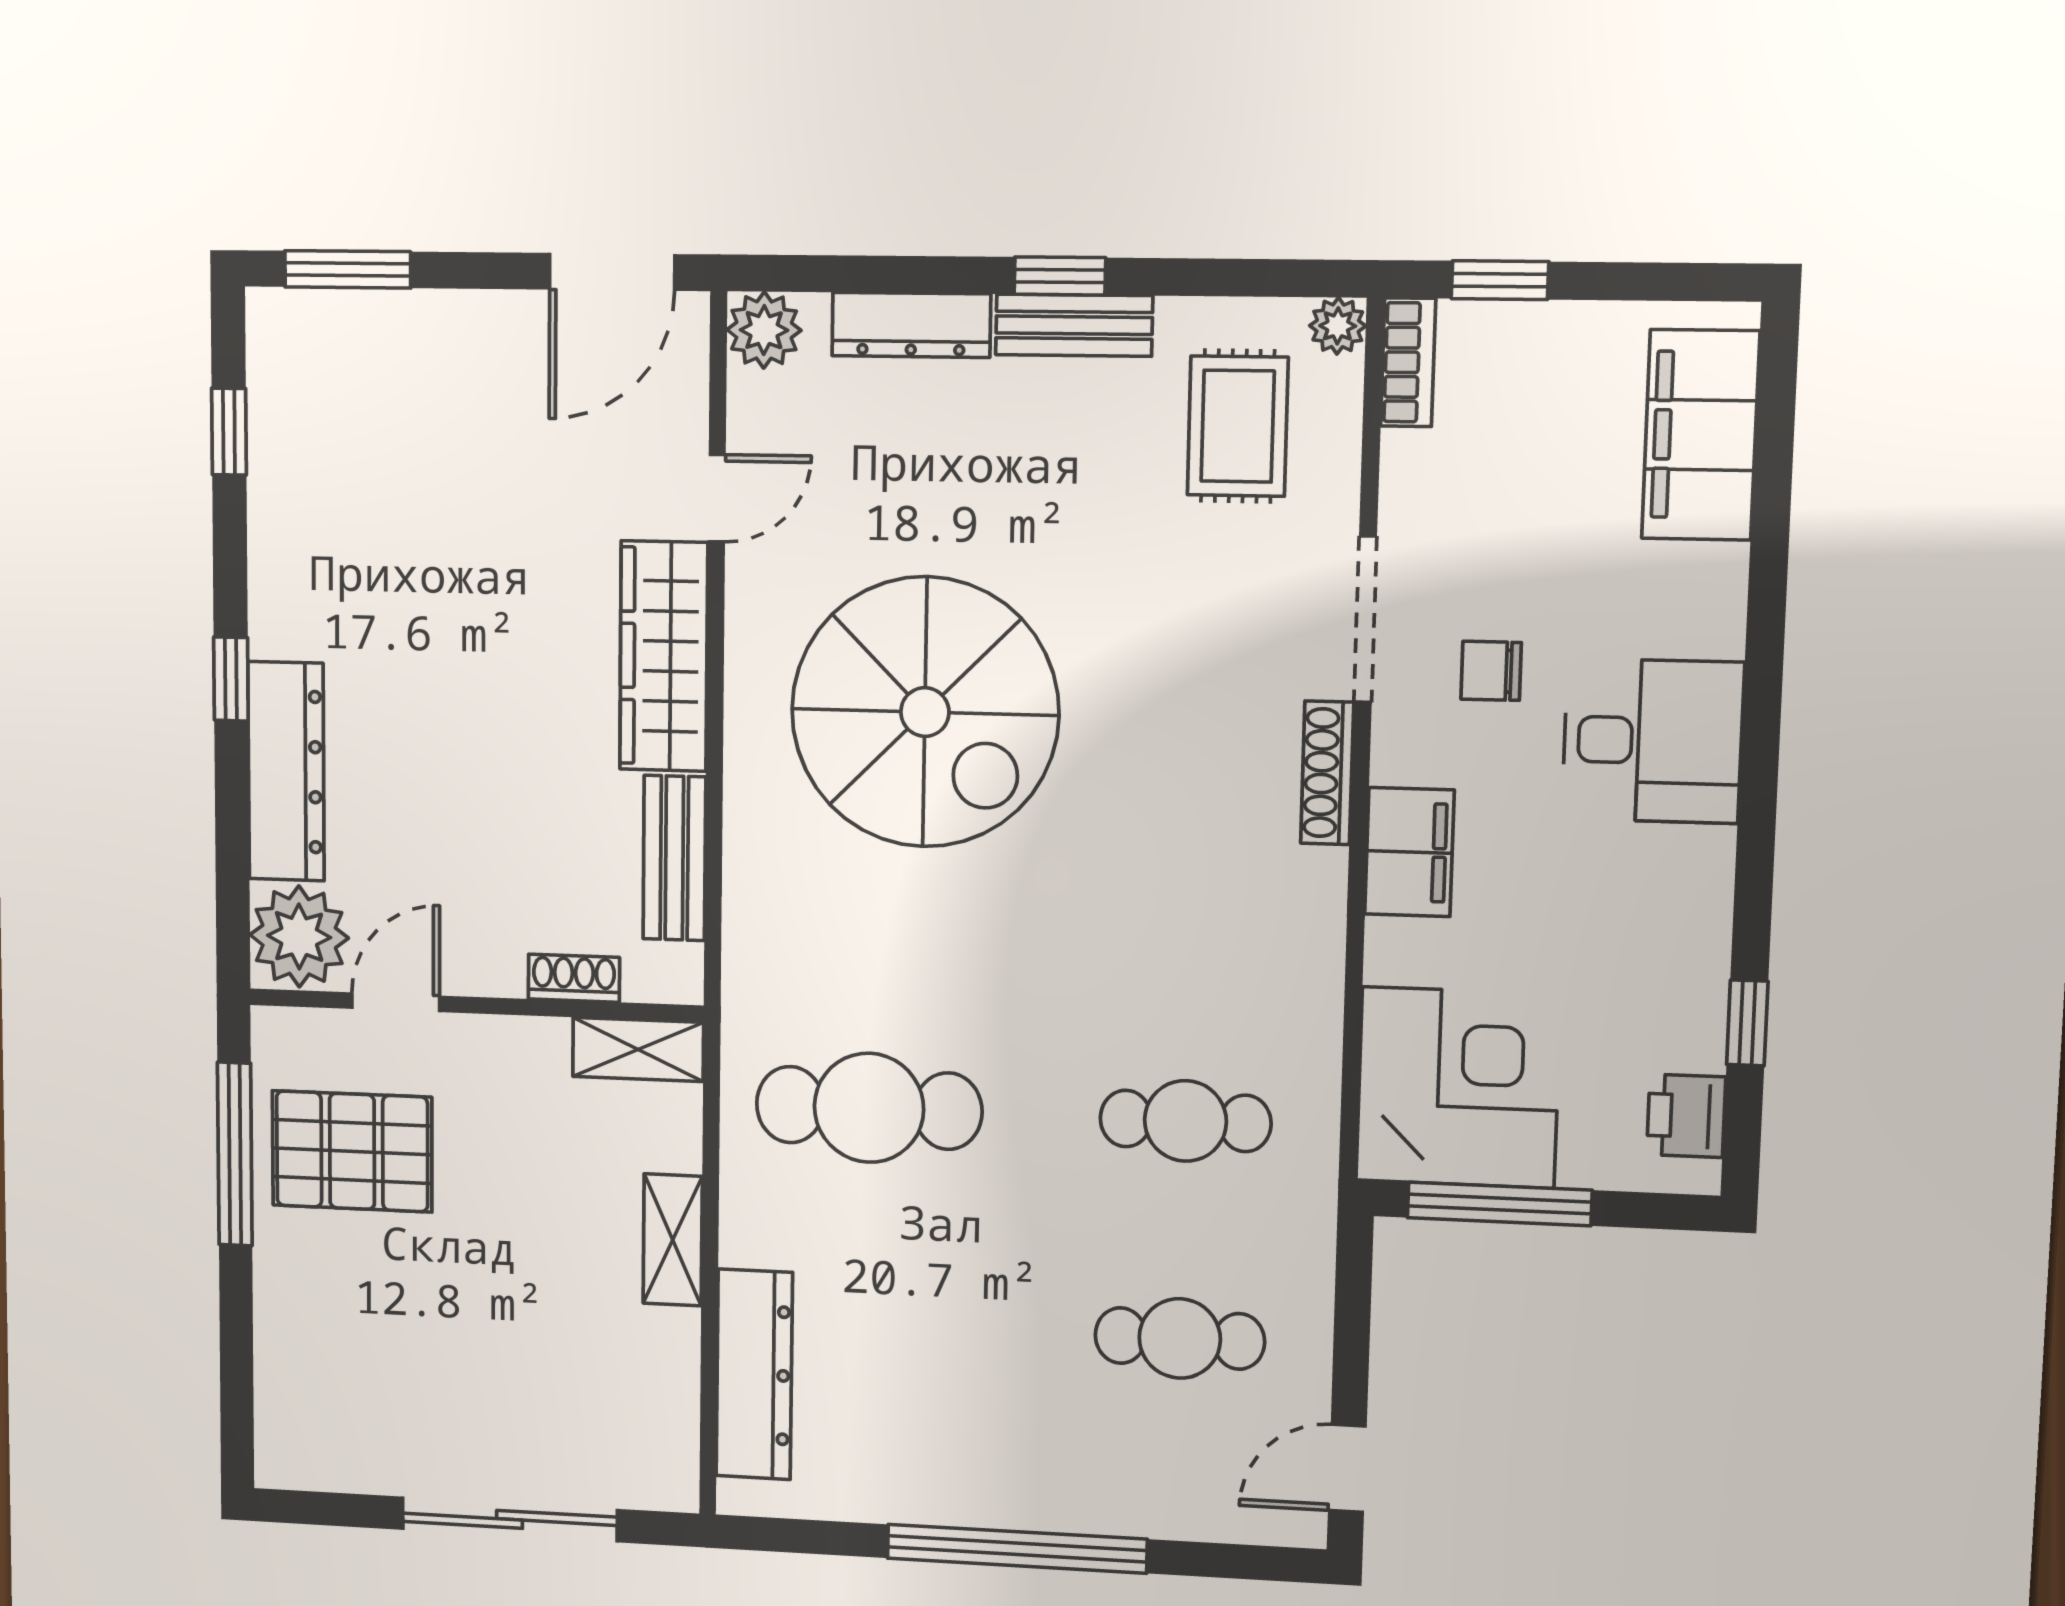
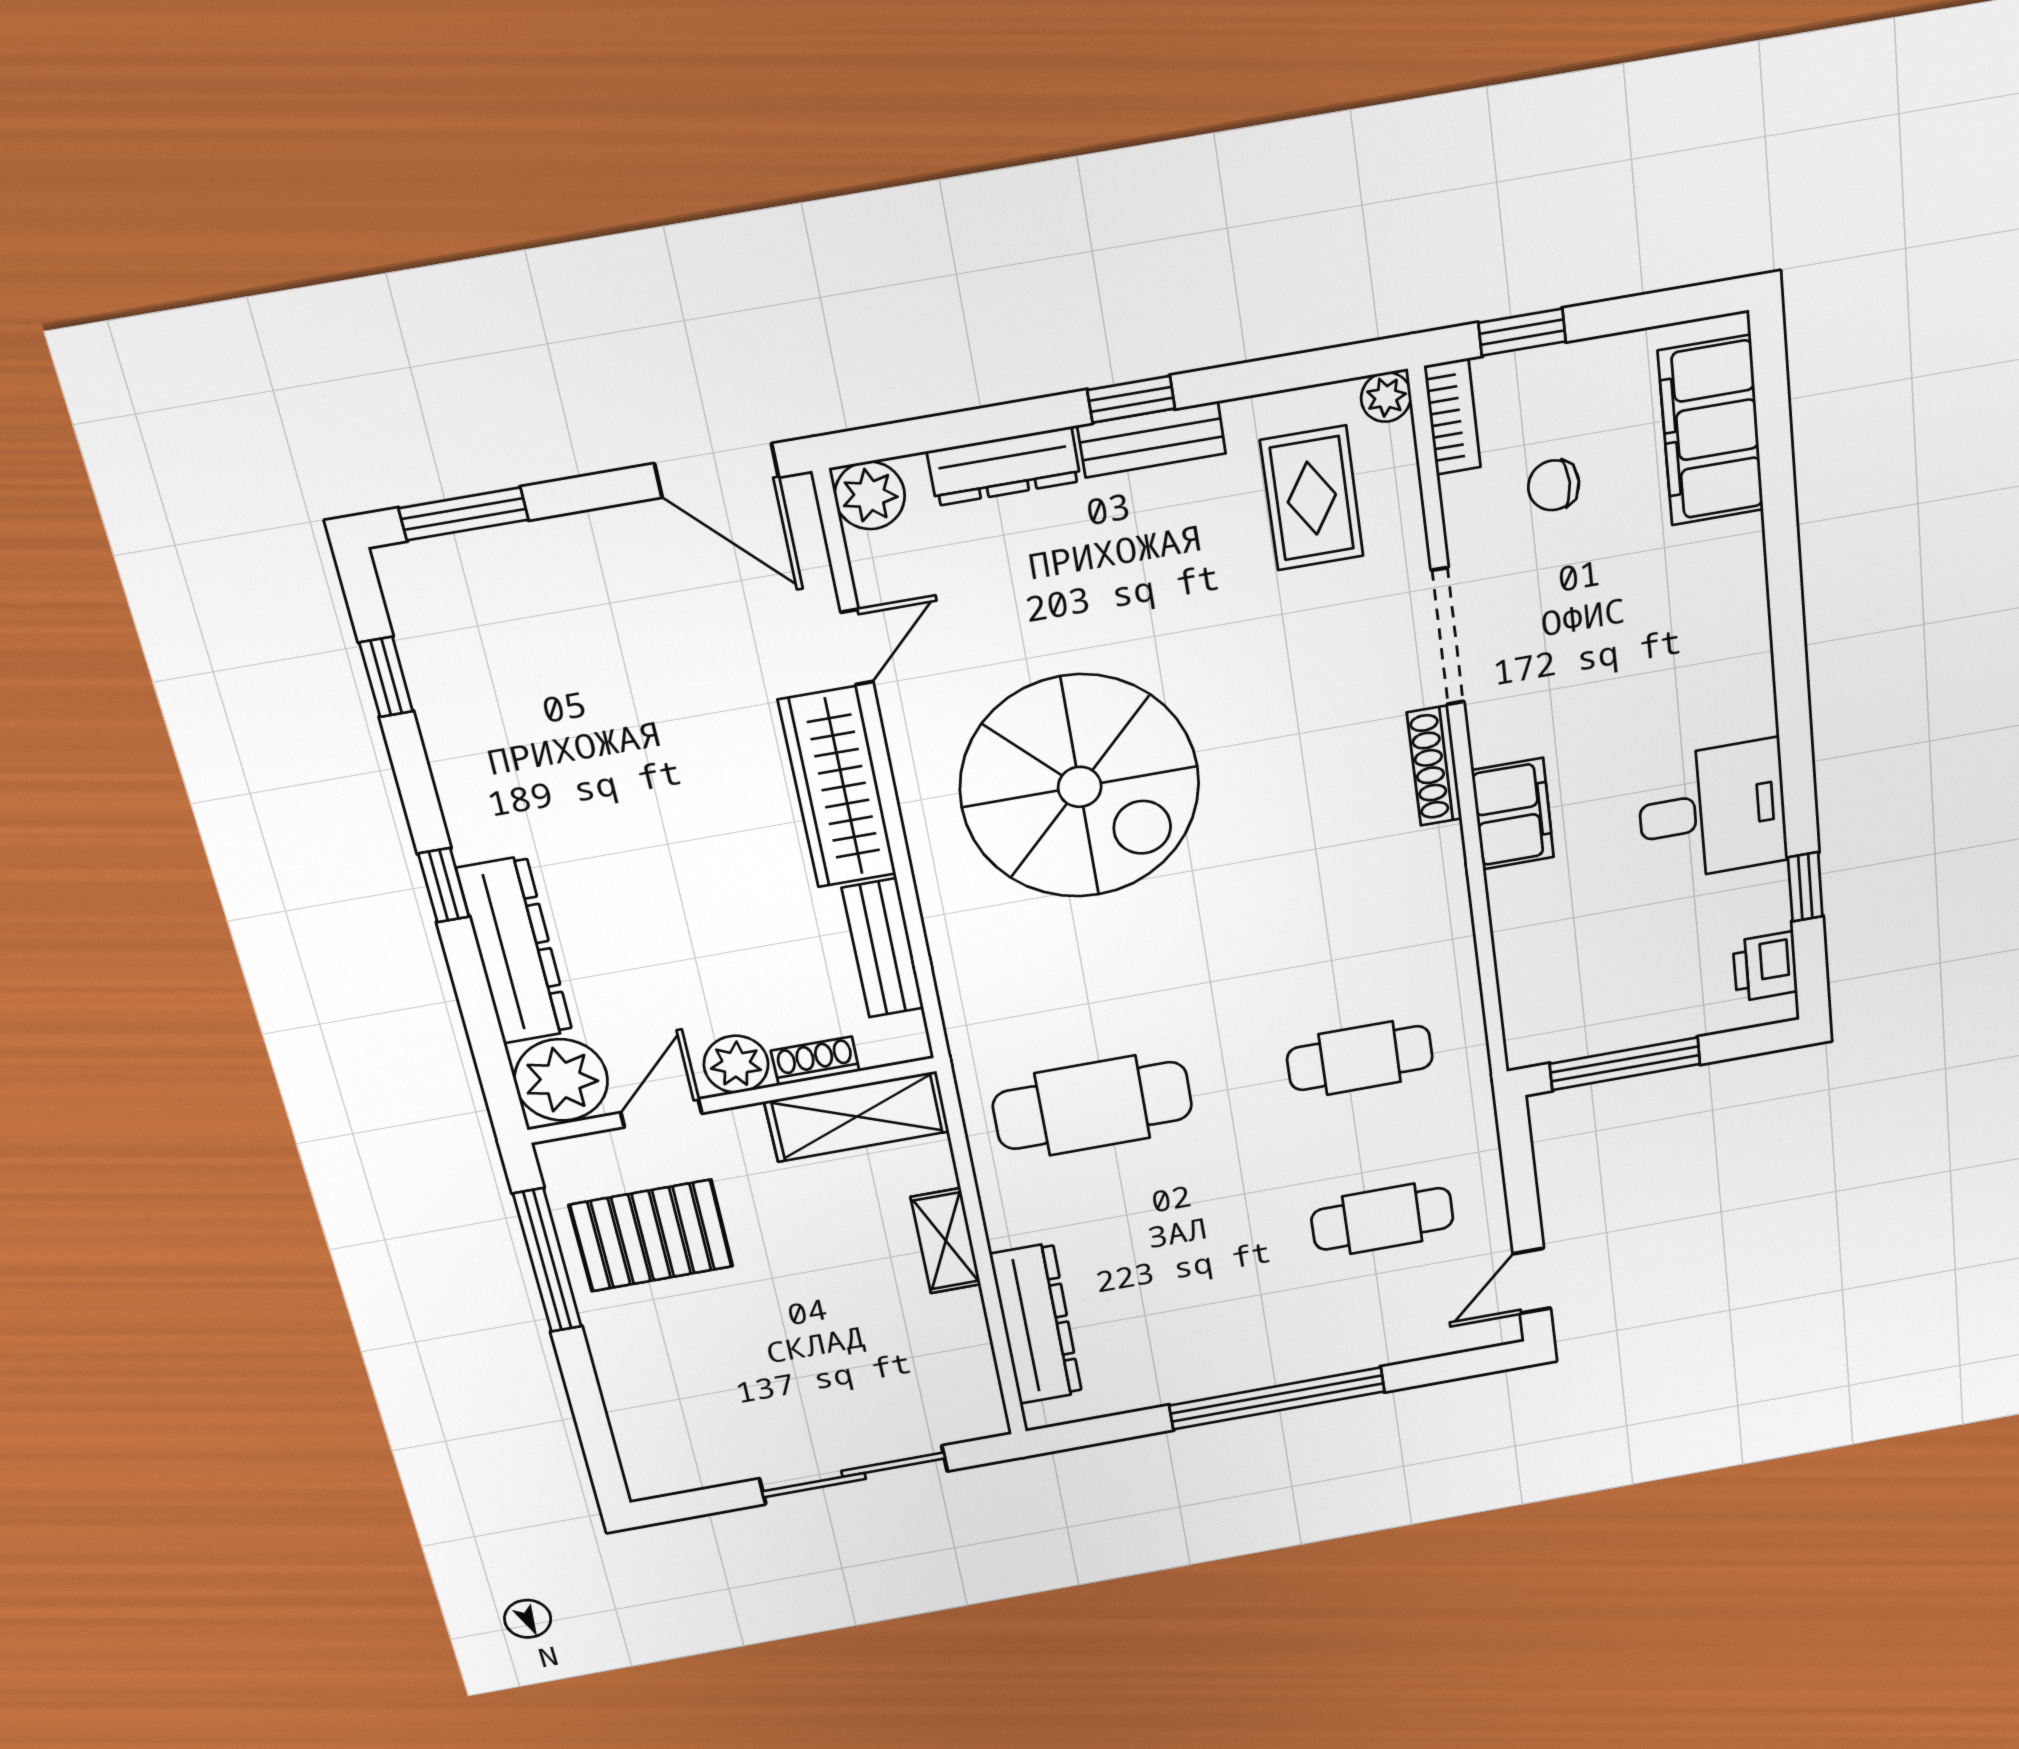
door: (612, 272) -> (717, 470), hinge flipped
chair: (1491, 671) -> (1554, 485), moved
desk: (1653, 741) -> (1712, 811), moved
plant: (488, 962) -> (736, 1064), added
shelving: (638, 1049) -> (857, 1117), width x1.50, depth x1.33
corner desk: (1458, 1088) -> (1579, 985), removed

